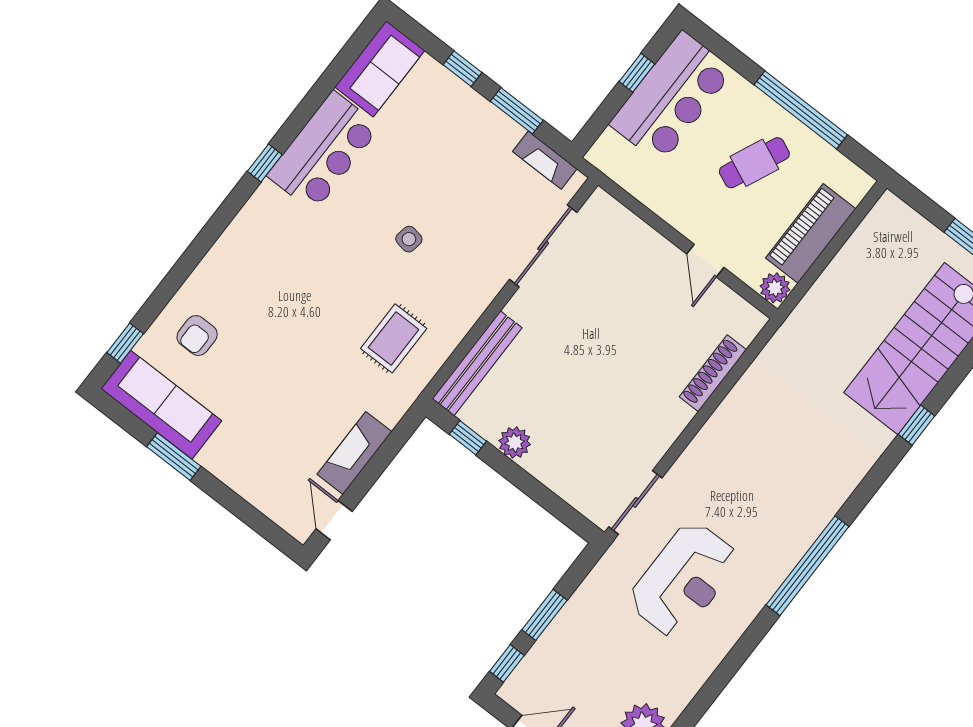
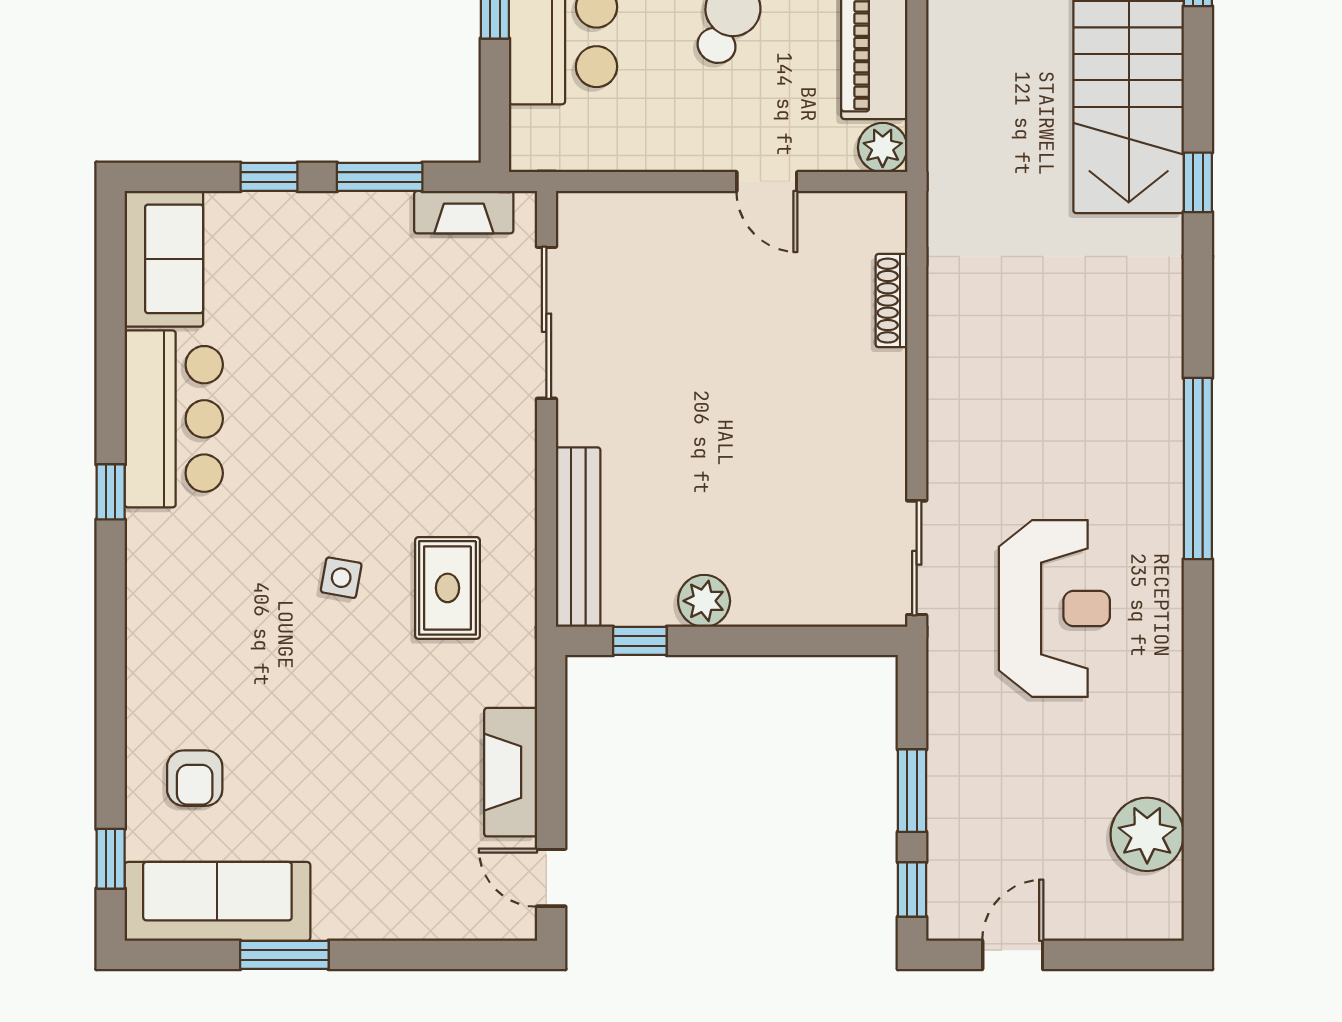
side table: (409, 239) -> (341, 578), moved
shoe rack: (713, 373) -> (891, 301), width x0.74, depth x0.81

